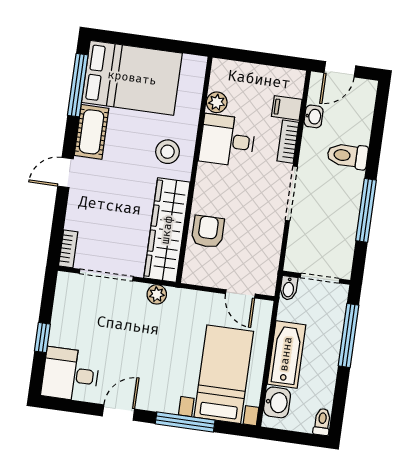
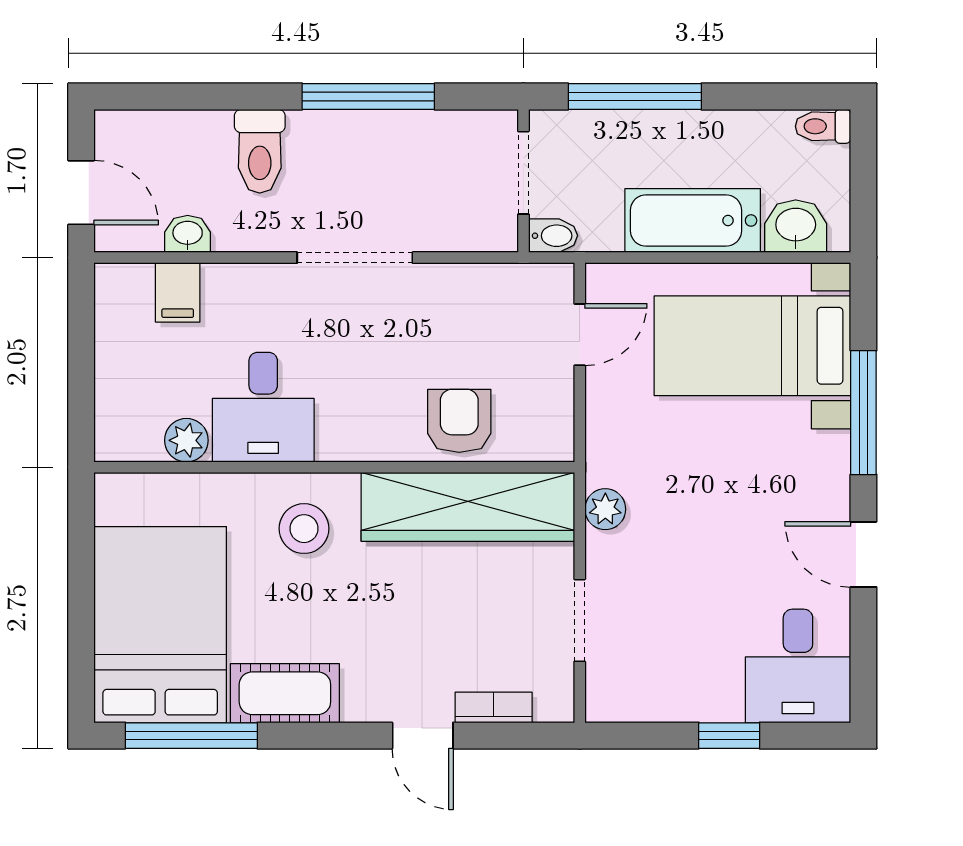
bookcase: (288, 142) -> (248, 280), removed
door: (65, 173) -> (423, 736), moved
armchair: (208, 232) -> (459, 421), turned 90
bookcase: (68, 249) -> (494, 707), moved
doorway: (106, 275) -> (580, 620), width x0.73

